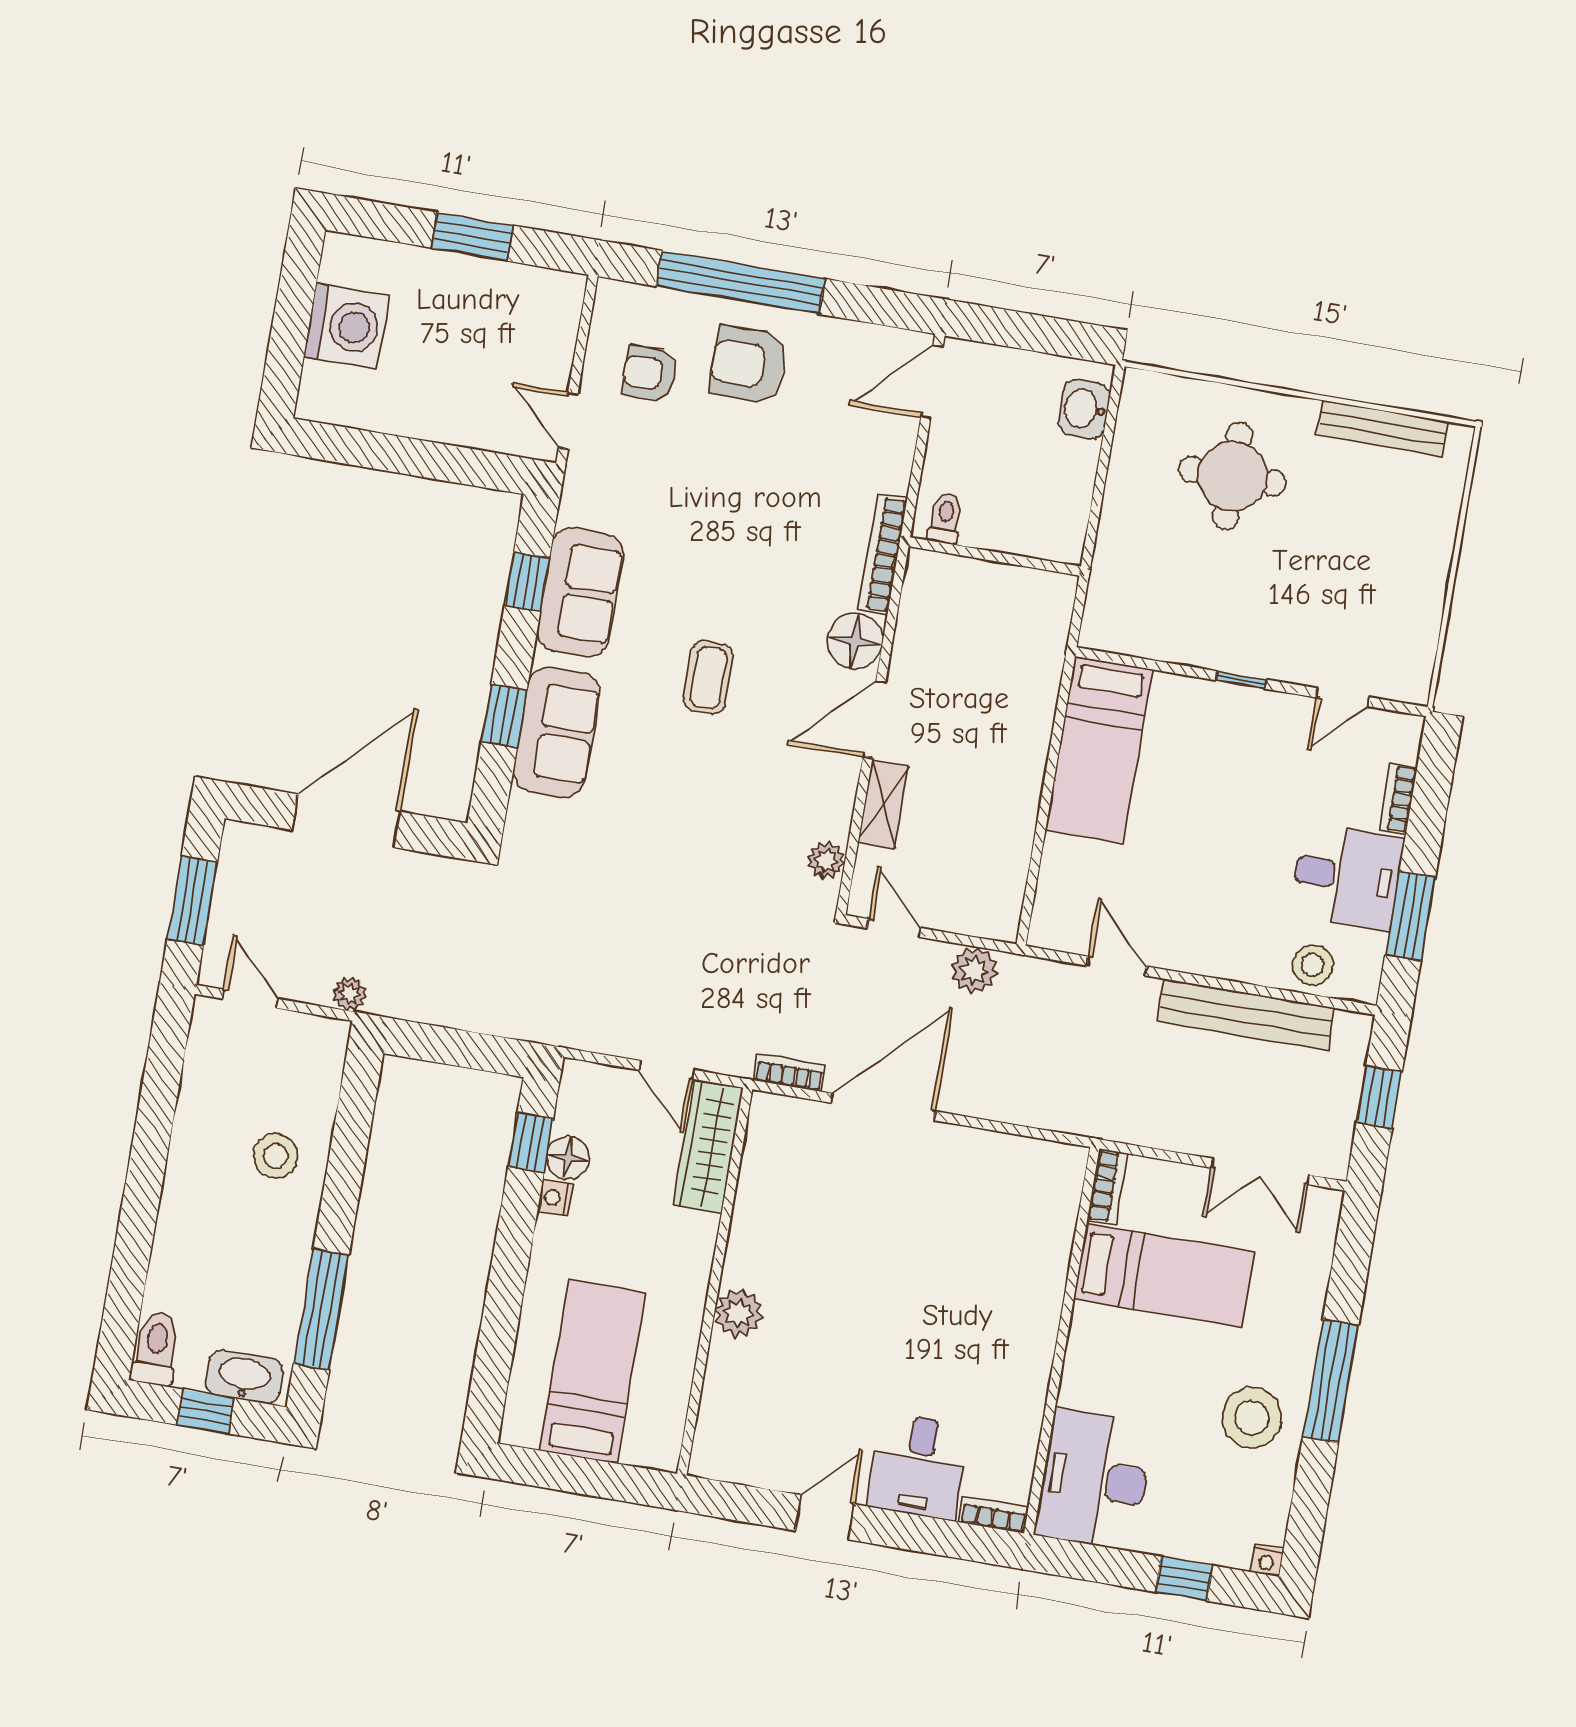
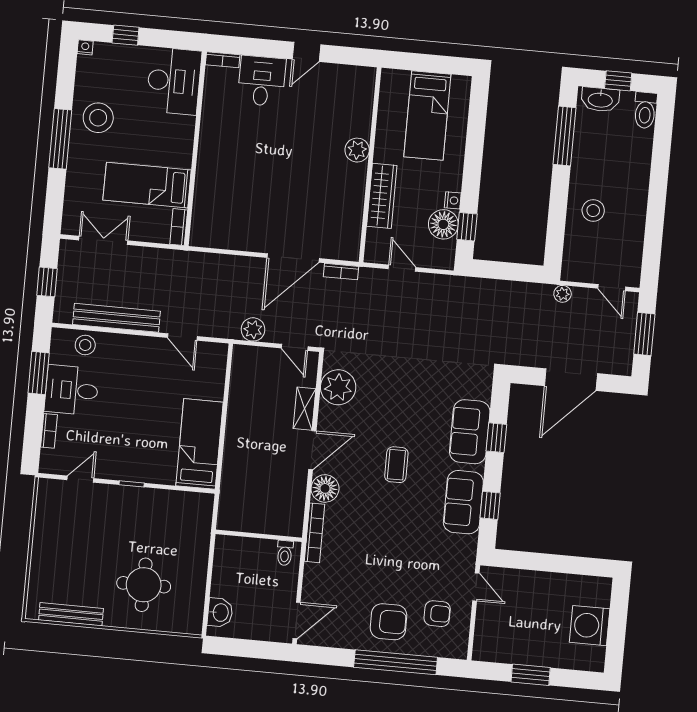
plant: (826, 860) -> (338, 387), width x1.88, depth x1.88
wardrobe: (708, 1146) -> (382, 196), moved
floor lamp: (568, 1158) -> (443, 224), width x1.38, depth x1.38

